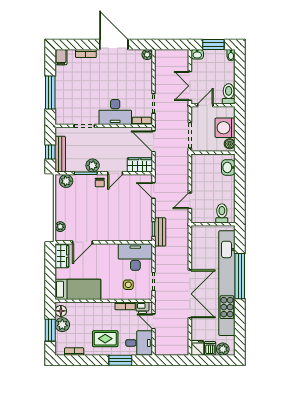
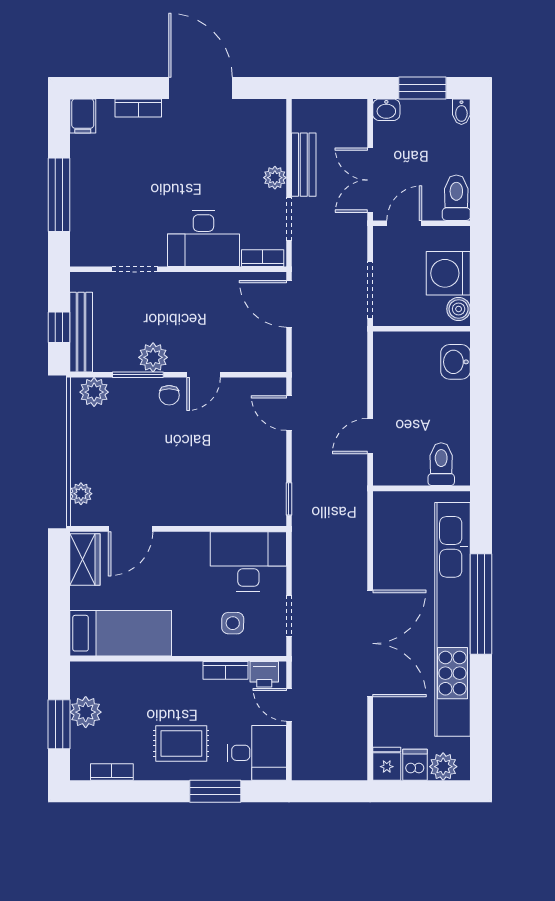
plant: (147, 55) -> (275, 178), moved
wardrobe: (140, 165) -> (258, 356), removed
bench: (160, 232) -> (304, 165), moved
floor lamp: (61, 311) -> (82, 682), removed

